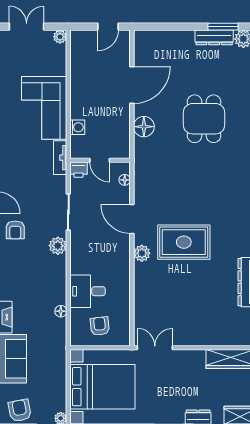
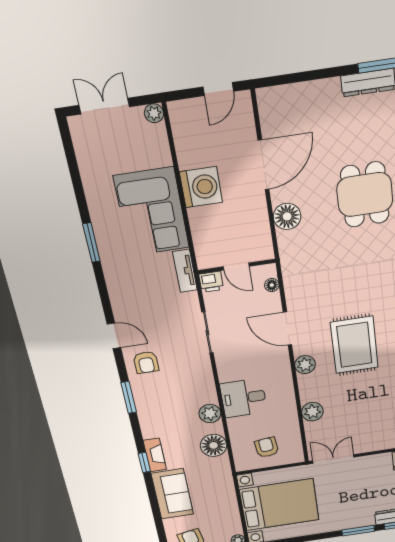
washing machine: (77, 127) -> (201, 187), moved, width x1.89, depth x1.89
rug: (184, 242) -> (354, 345), turned 90
plant: (58, 246) -> (210, 414), moved
desk: (88, 291) -> (243, 398), moved
plant: (143, 298) -> (312, 412), added
floor lamp: (61, 311) -> (214, 445), width x1.89, depth x1.89

